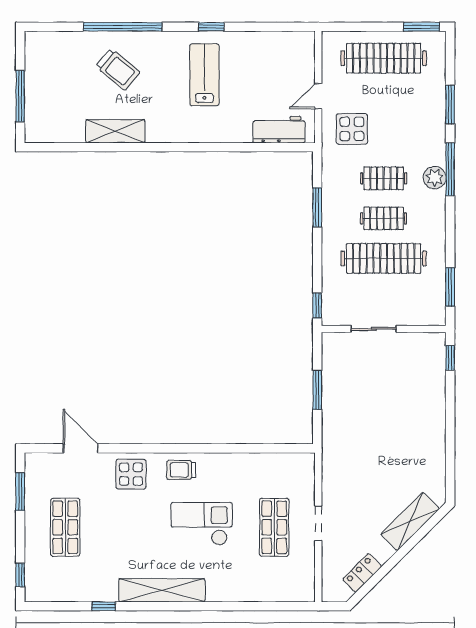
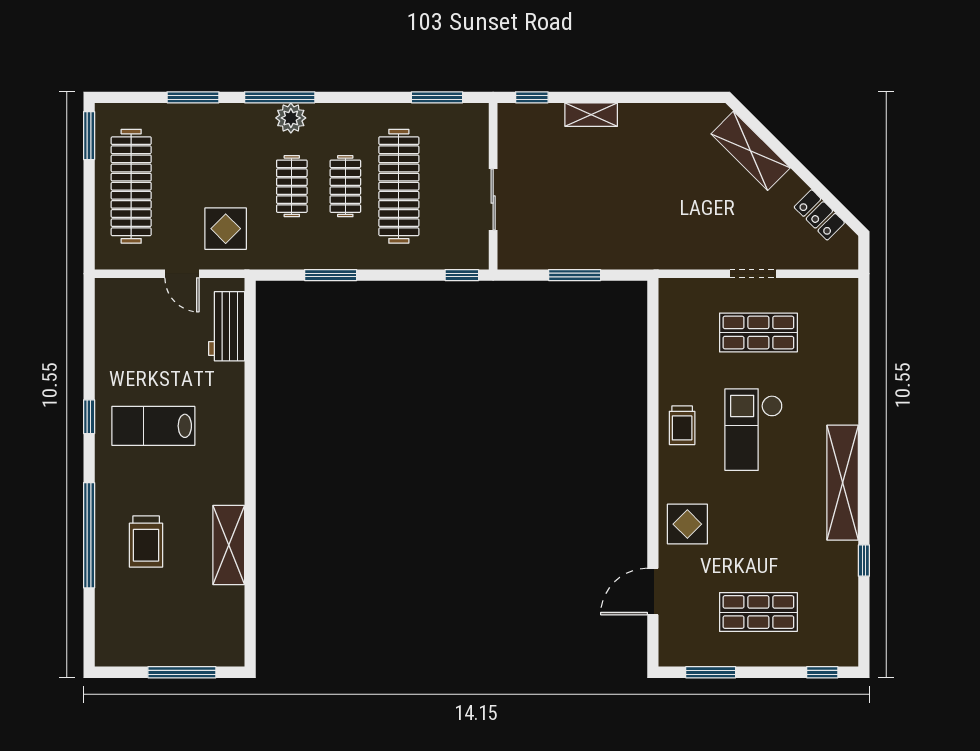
trolley: (118, 69) -> (146, 542), turned 140
shelving: (437, 402) -> (591, 115), added
trolley: (181, 470) -> (682, 425), moved

